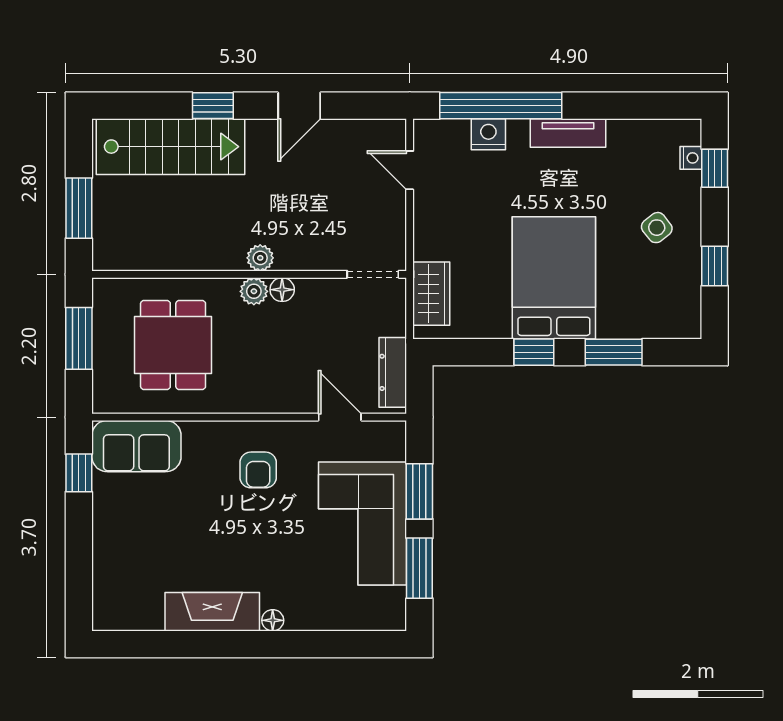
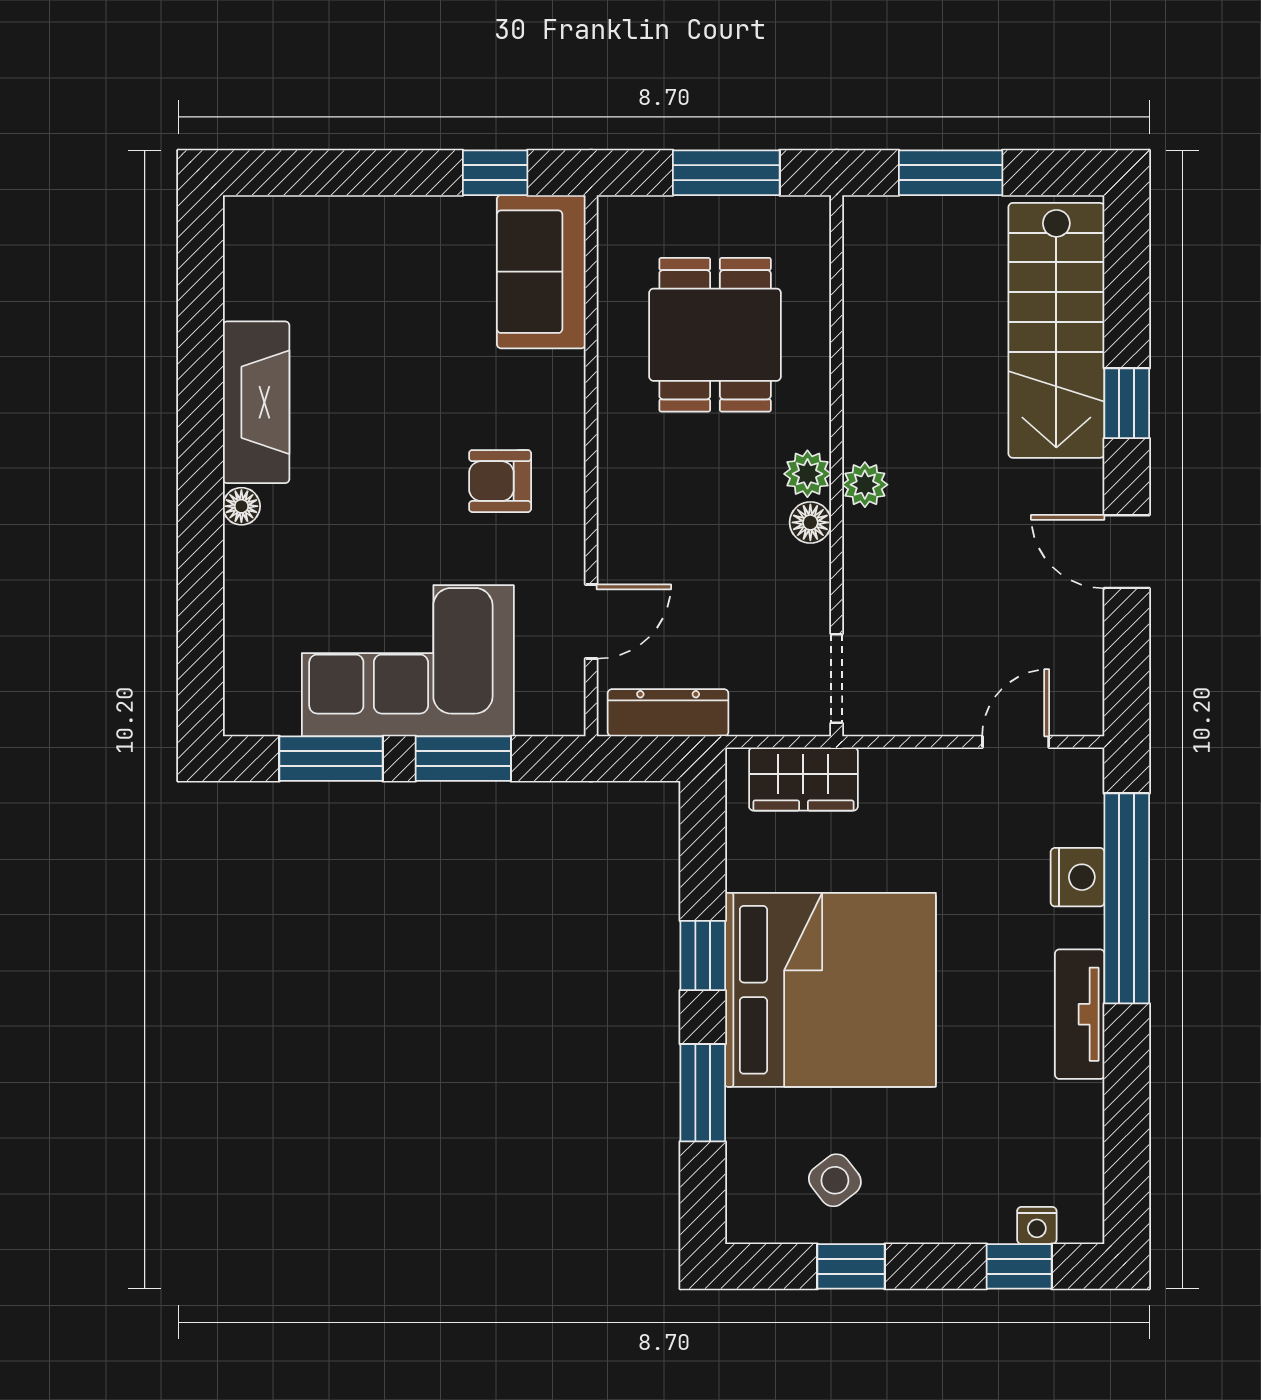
side table: (657, 228) -> (835, 1180), moved
bed: (554, 278) -> (830, 990), width x1.36
dining table: (173, 345) -> (715, 335), turned 90

